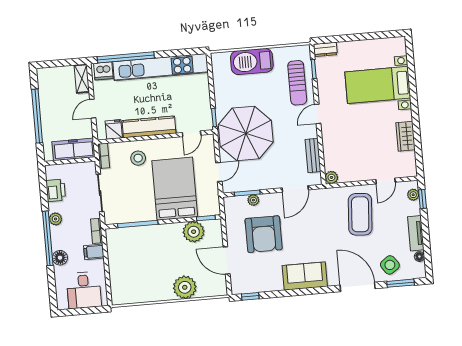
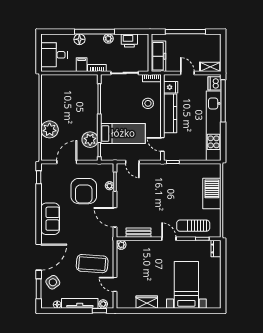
parasol: (246, 133) -> (159, 184), removed
bed: (175, 189) -> (123, 133), width x0.67
tv unit: (416, 233) -> (80, 303), width x1.41
armchair: (264, 234) -> (84, 191), turned -90

